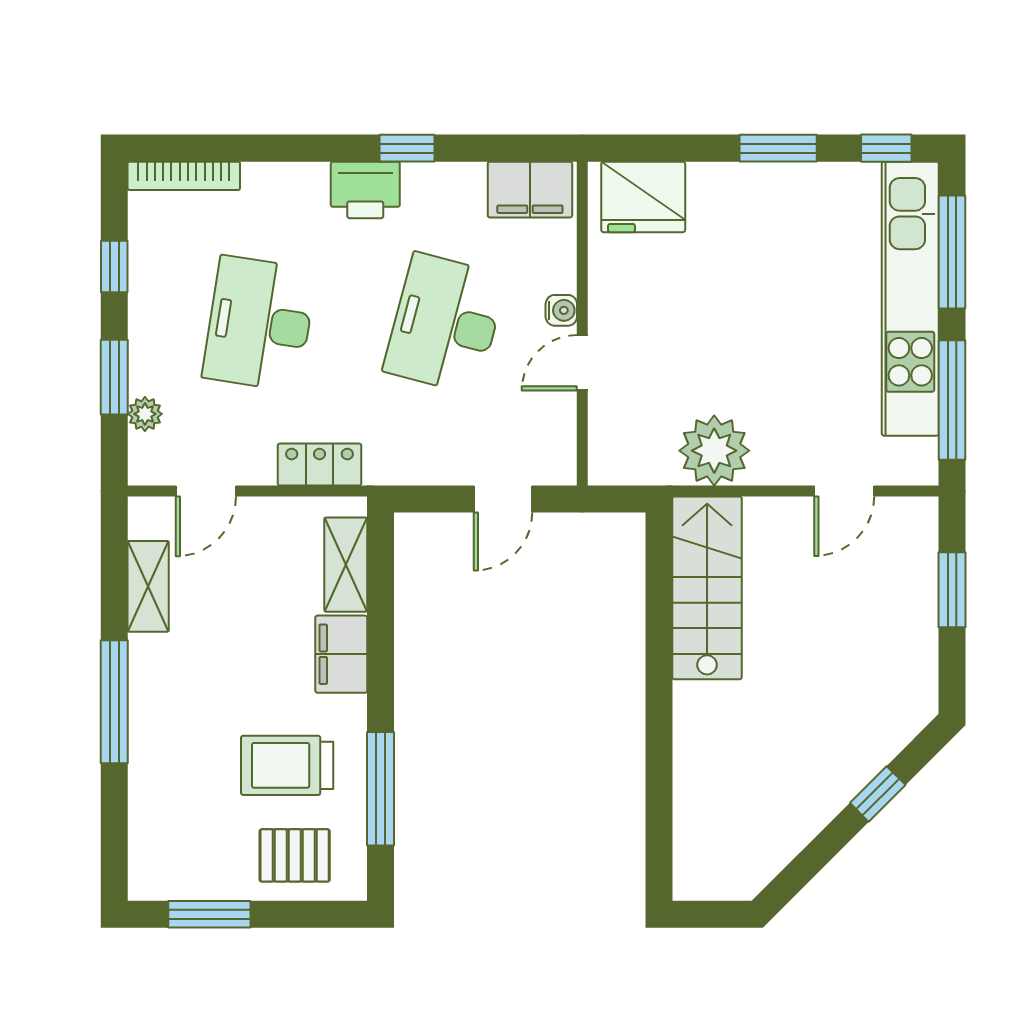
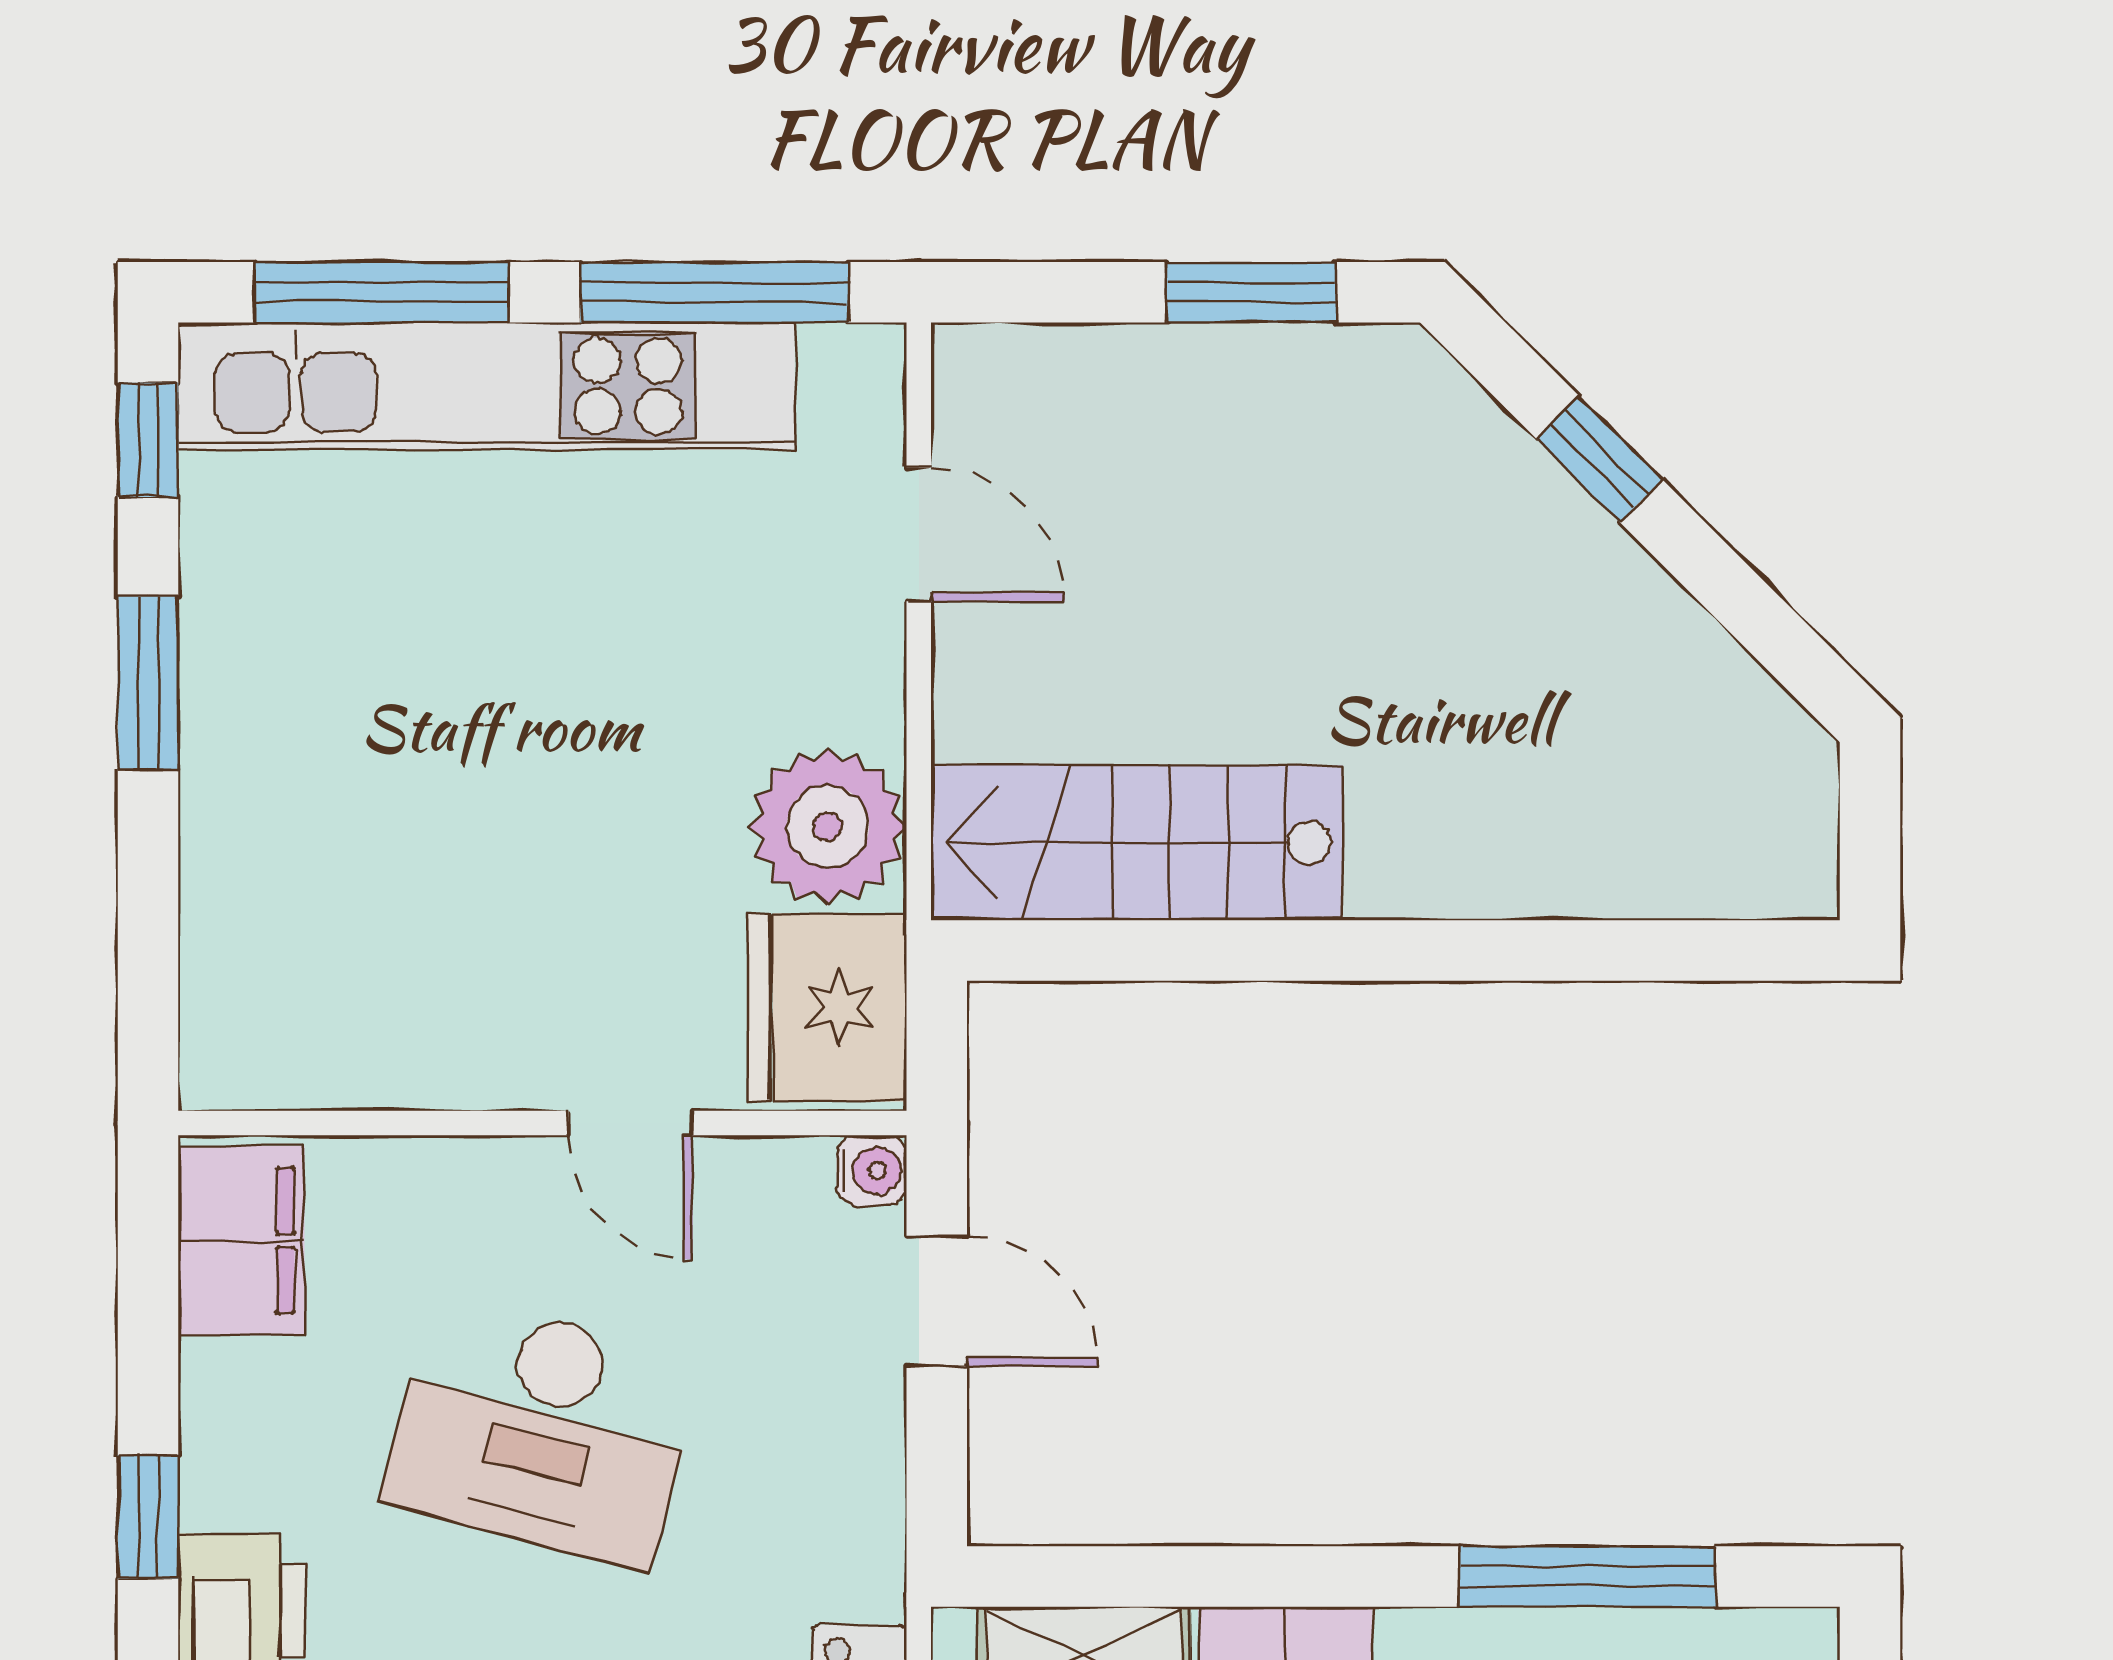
fridge: (643, 197) -> (827, 1007), moved, turned 180
water cooler: (561, 310) -> (872, 1171), moved, turned 90
window: (952, 590) -> (1252, 292), moved

